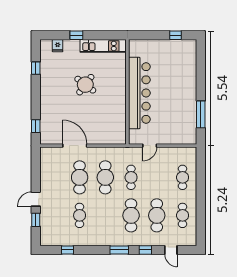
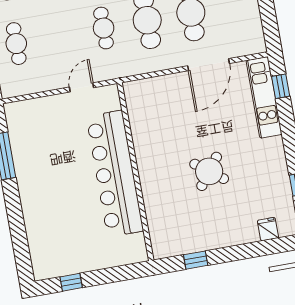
window: (76, 35) -> (196, 260), moved
kitchen unit: (103, 46) -> (264, 97), moved, turned -90
door: (75, 146) -> (209, 65), hinge flipped

